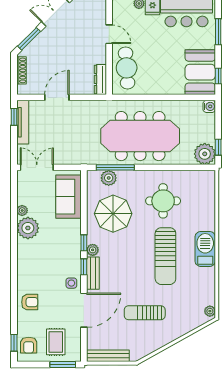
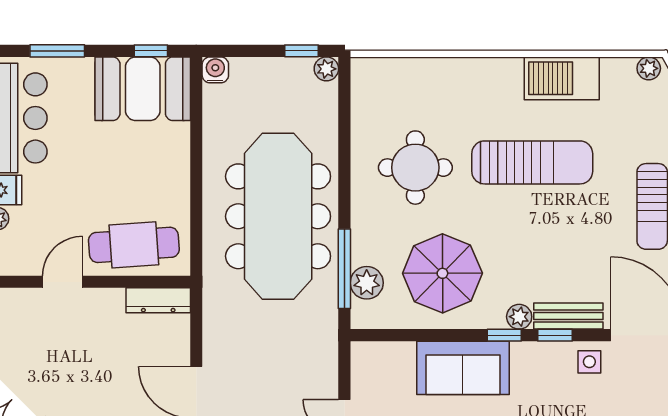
plant: (205, 154) -> (326, 69), width x0.53, depth x0.53
sofa: (69, 197) -> (463, 368), moved
barbecue: (205, 249) -> (562, 78), moved

